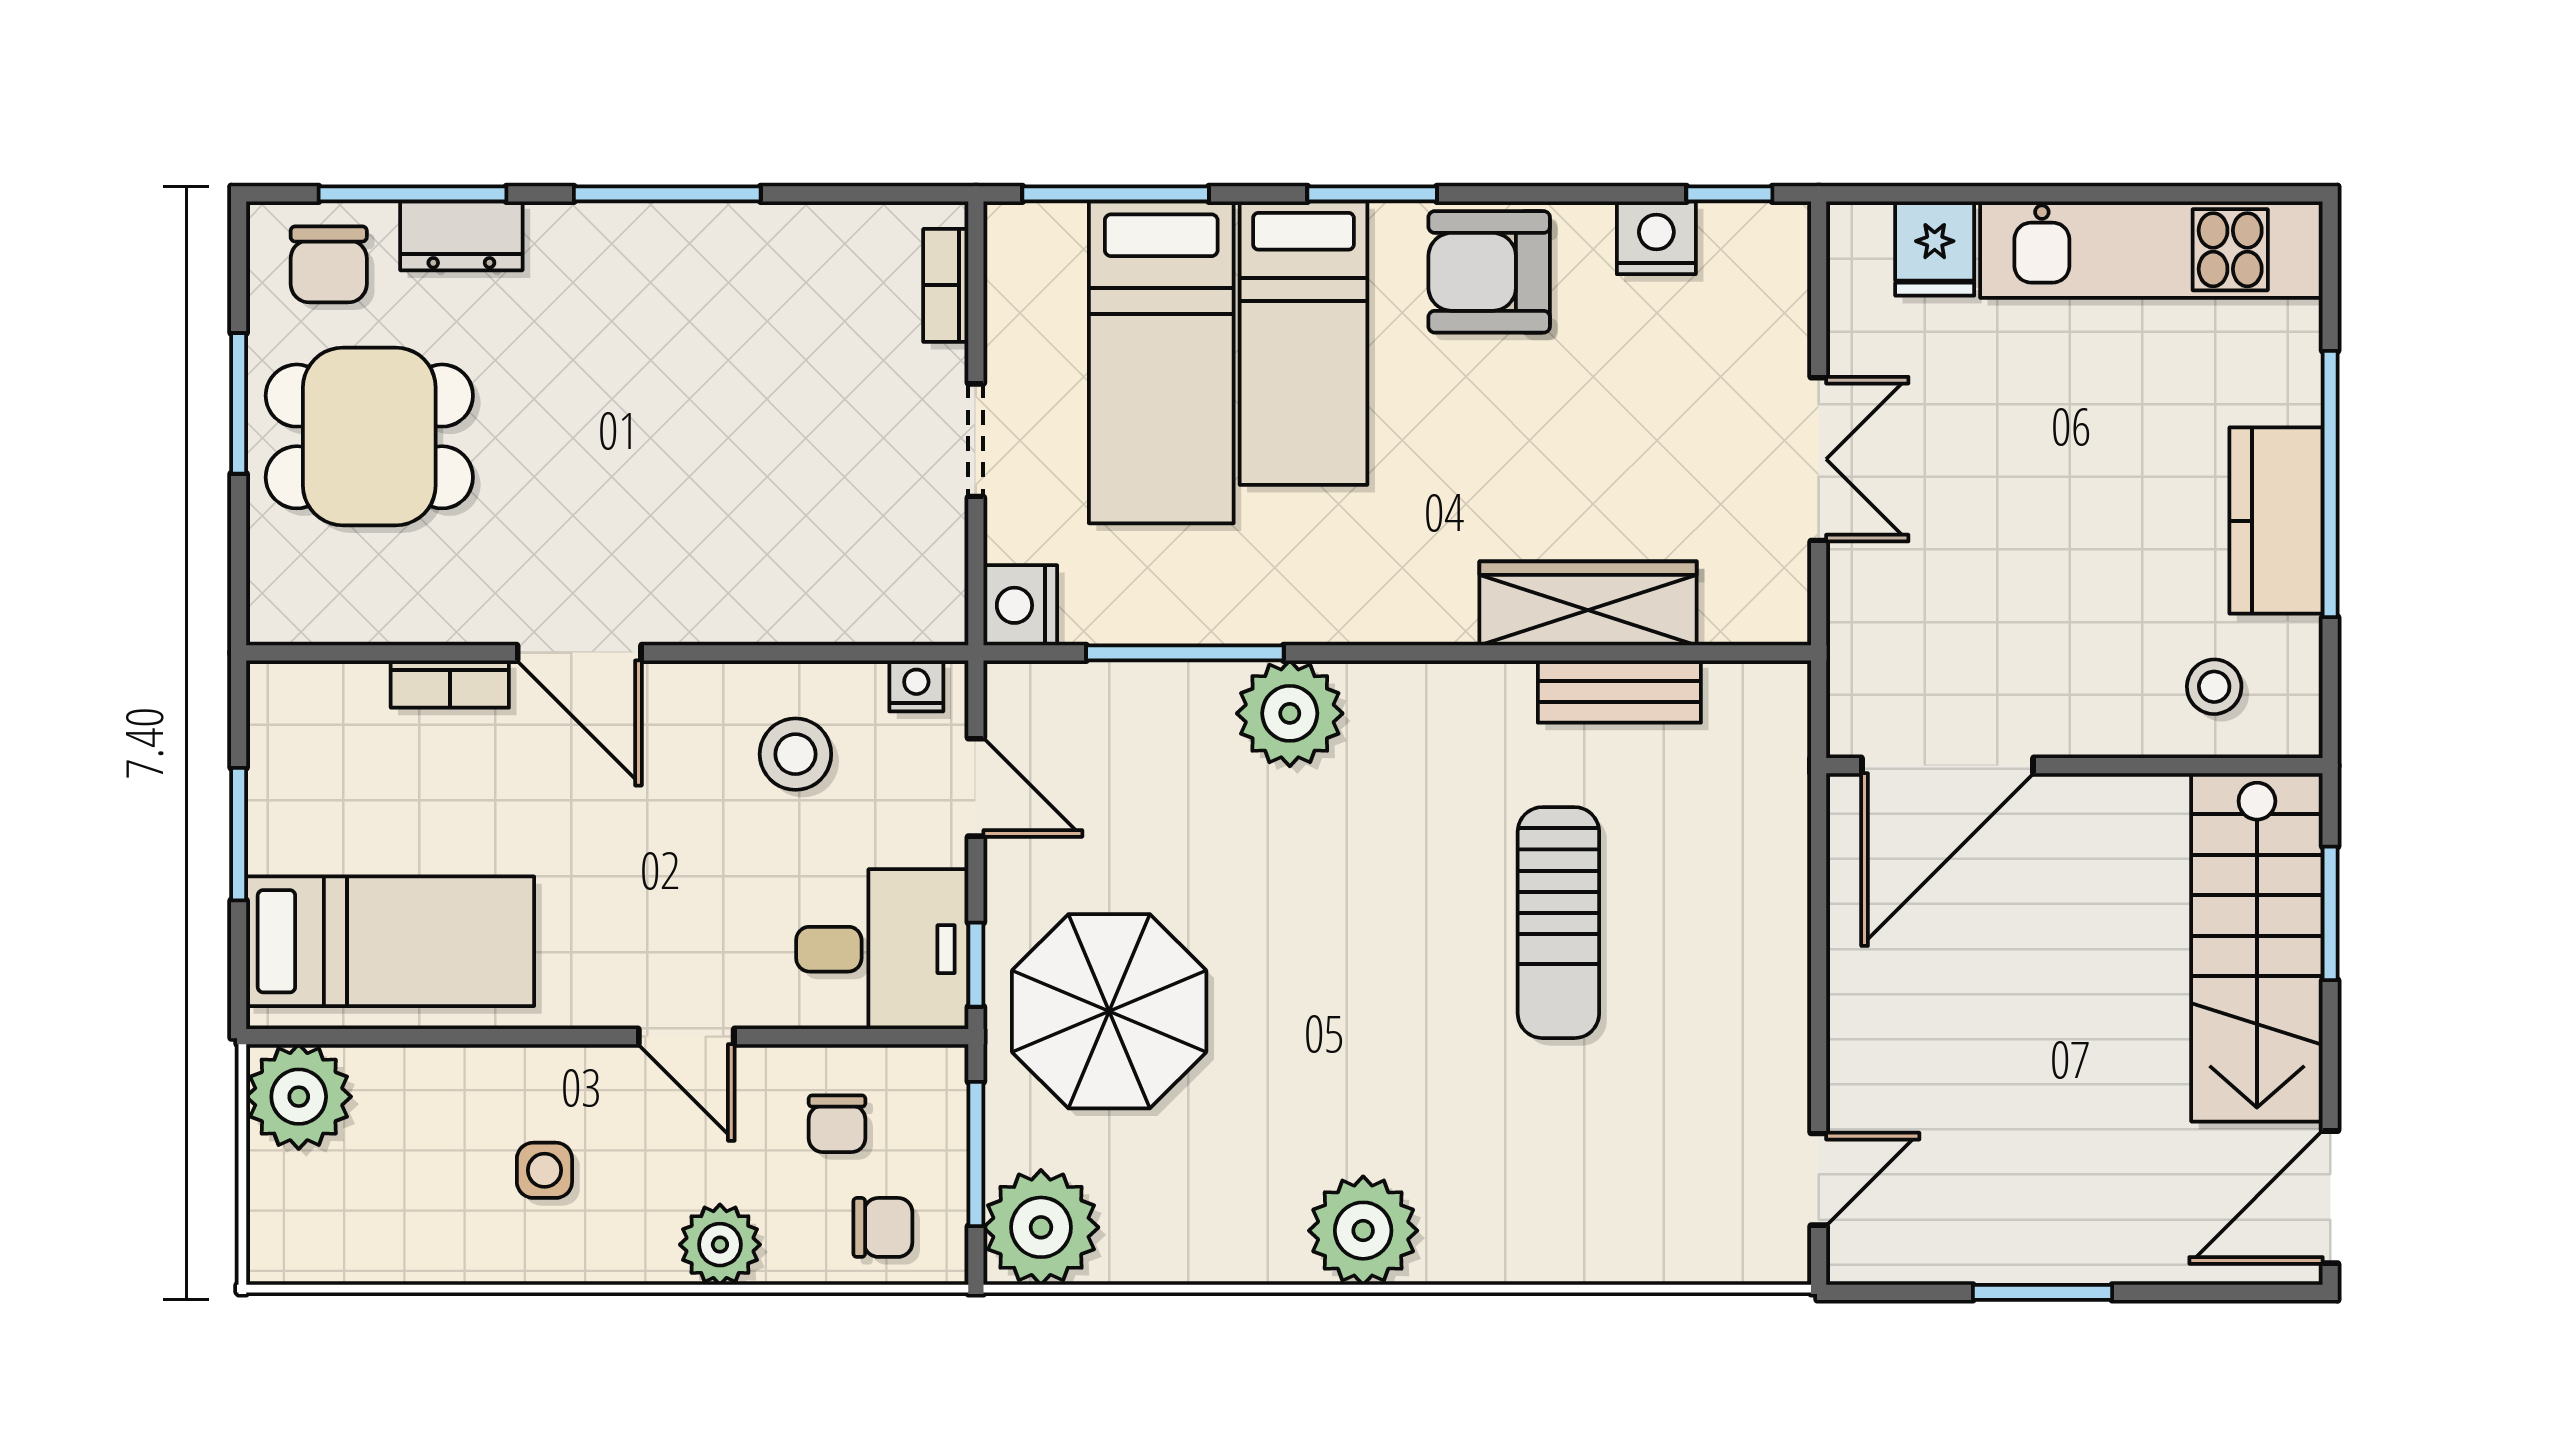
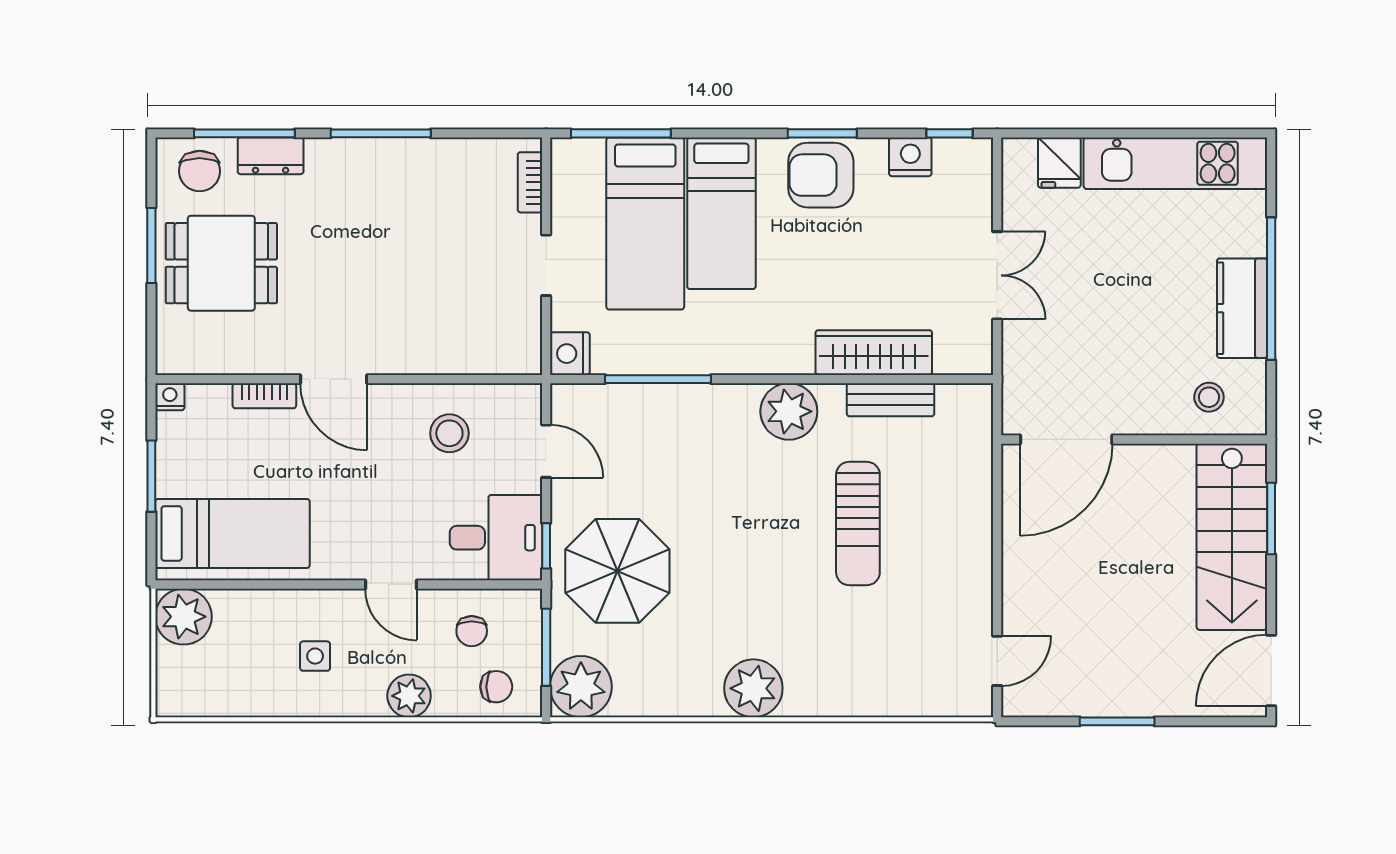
window: (1372, 194) -> (822, 133), moved
nightstand: (916, 686) -> (170, 397), moved
plant: (1290, 713) -> (789, 411), moved

